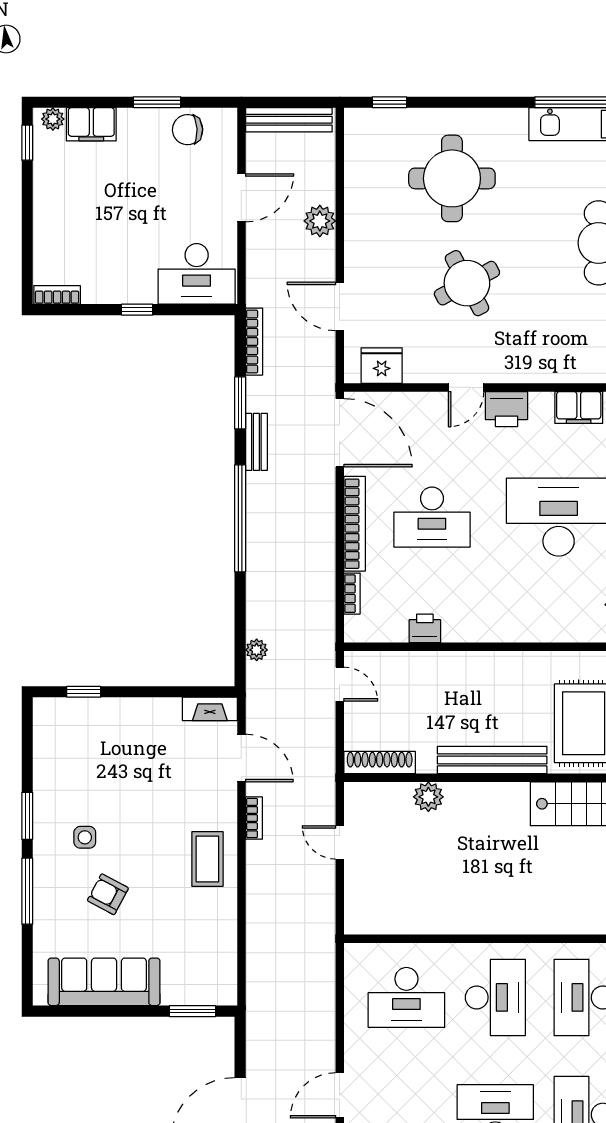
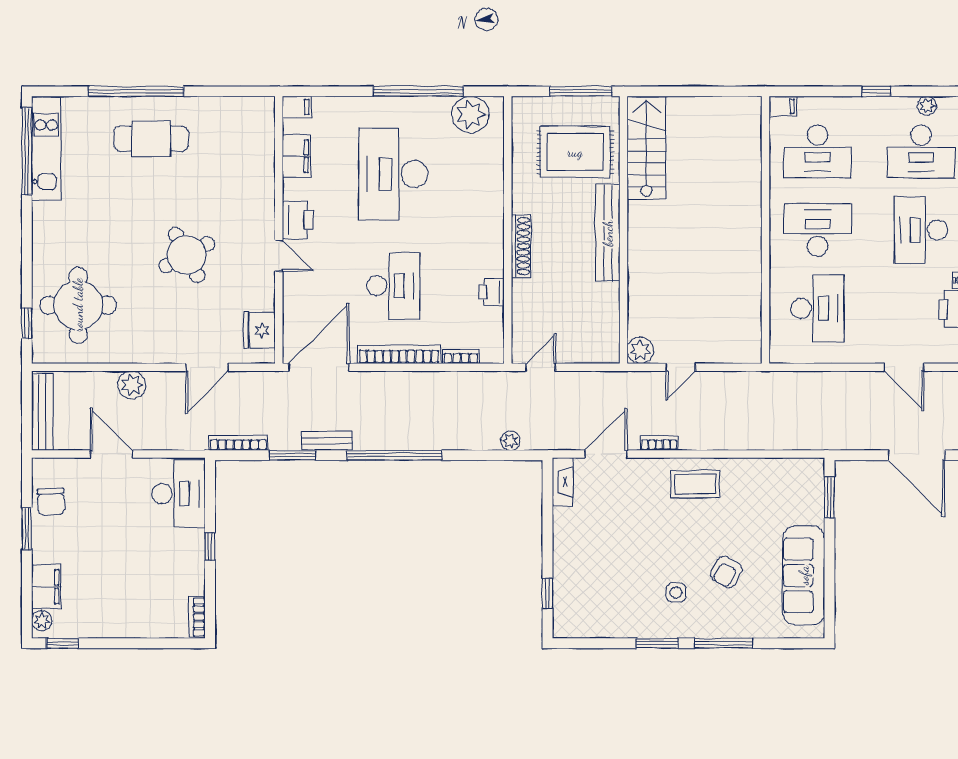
round table: (452, 178) -> (78, 305), moved
shoe rack: (380, 763) -> (521, 246), moved, turned 180
plant: (428, 797) -> (640, 350), moved

